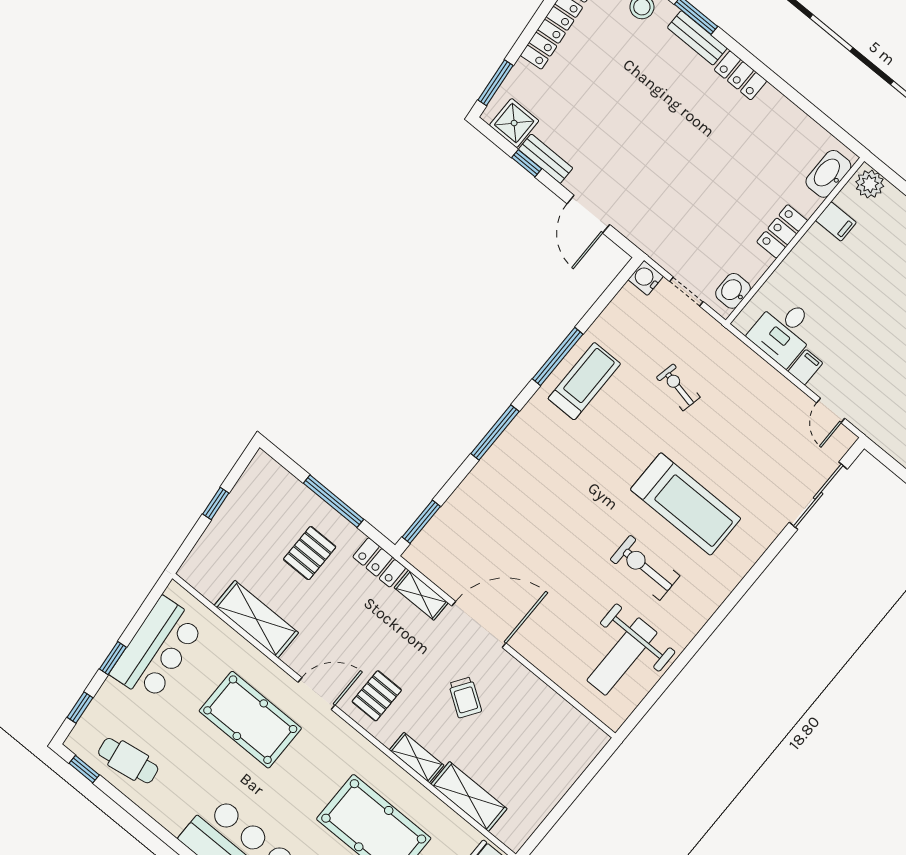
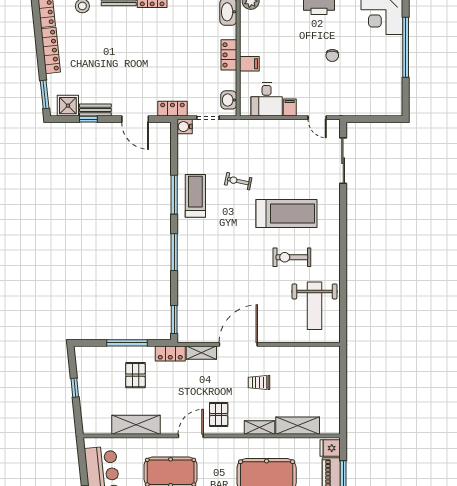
filing cabinet: (836, 221) -> (249, 64), moved
locker: (649, 241) -> (172, 109), added
exercise bike: (678, 387) -> (238, 181), moved
trolley: (465, 697) -> (259, 382), turned 146

